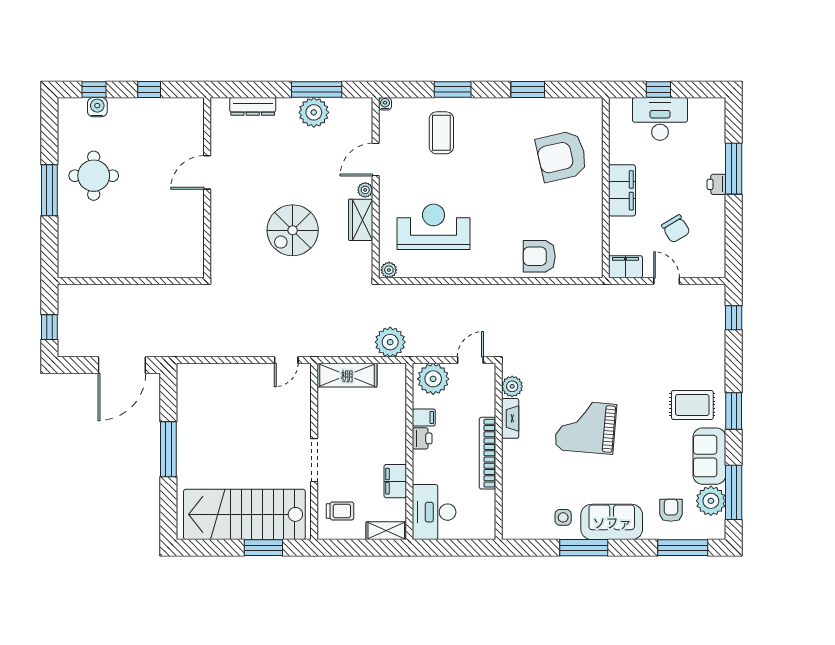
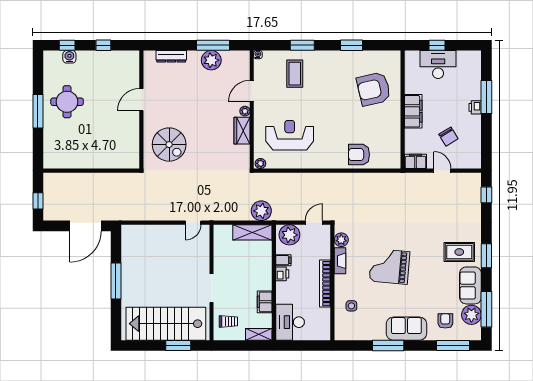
spiral stairs: (293, 230) -> (169, 145), moved, turned -90
shelving: (347, 375) -> (252, 232), moved
side table: (563, 517) -> (351, 306), moved

